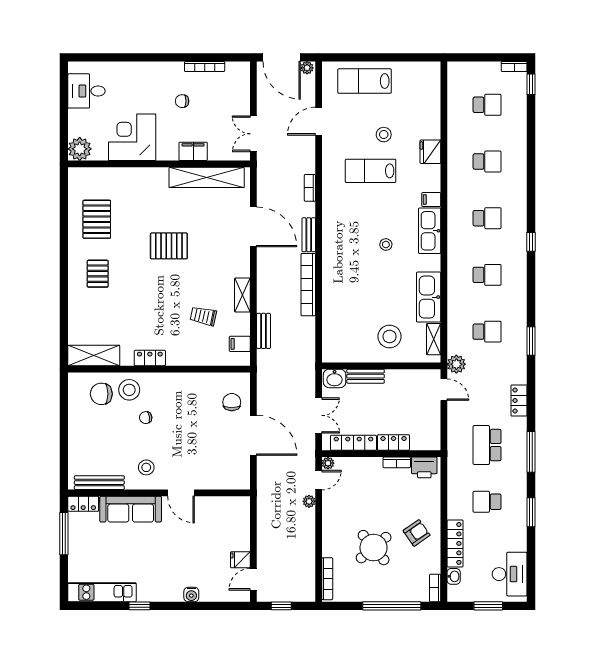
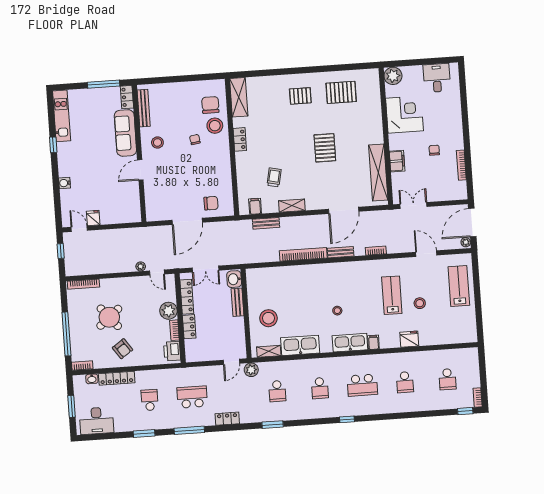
school desk: (487, 218) -> (362, 385), width x1.85
plant: (328, 463) -> (168, 311), moved, width x1.88, depth x1.88

